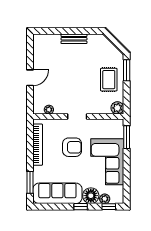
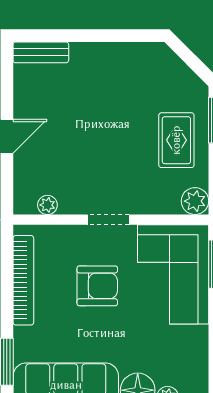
bench: (74, 39) -> (41, 52), moved
corner sofa: (107, 162) -> (173, 274), moved

